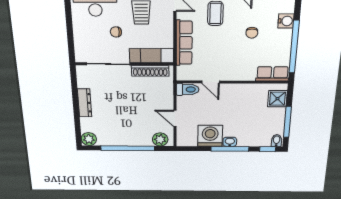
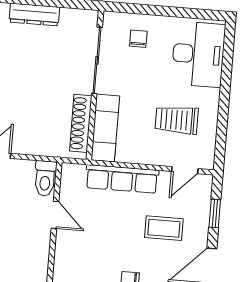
chair: (116, 32) -> (138, 39), moved
door: (211, 82) -> (55, 215), swing flipped

